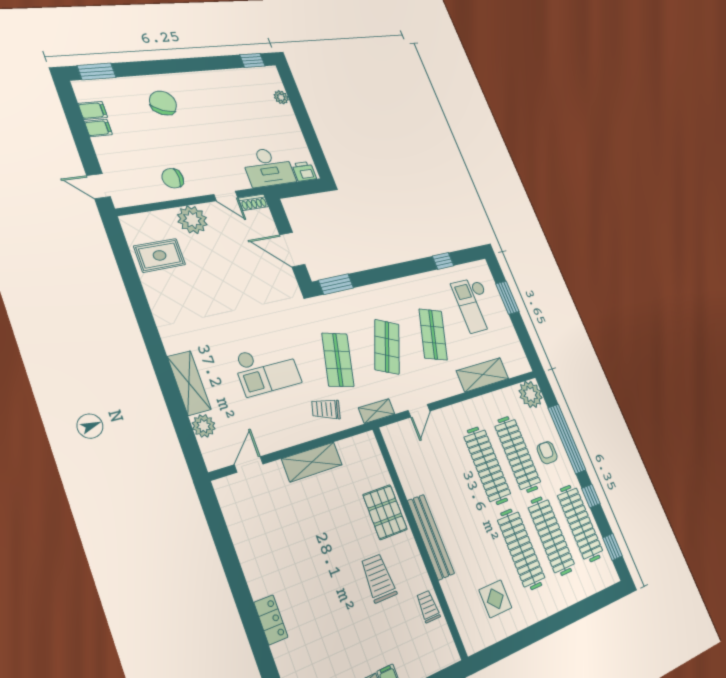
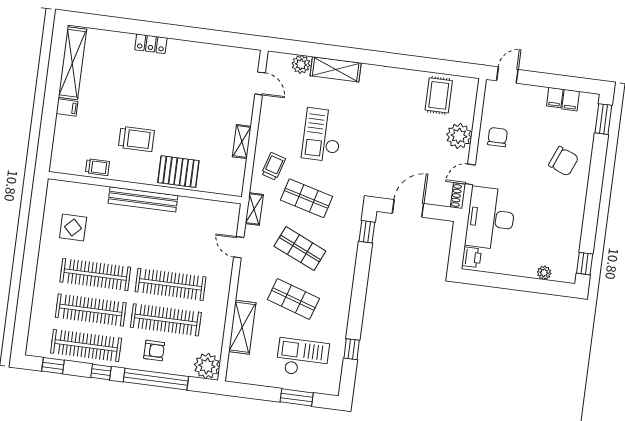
desk: (268, 167) -> (491, 218), width x1.36, depth x1.30
window: (336, 284) -> (367, 232), width x0.67
shelving: (312, 462) -> (242, 142), width x0.67, depth x0.75

